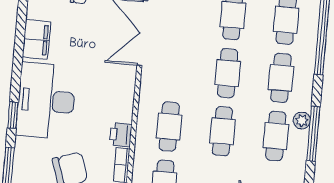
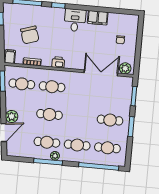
cafe table: (228, 73) -> (80, 117), removed
desk: (46, 101) -> (75, 20), width x0.53, depth x0.77
printer: (121, 135) -> (58, 62), moved

